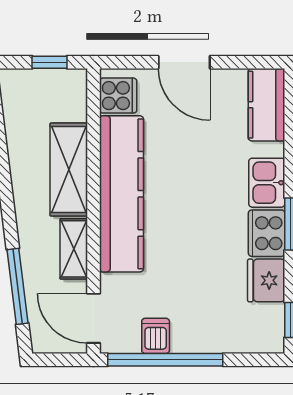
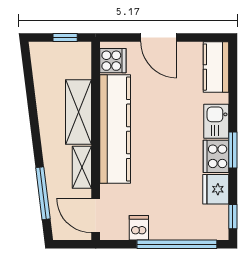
window: (165, 360) -> (177, 244), moved

